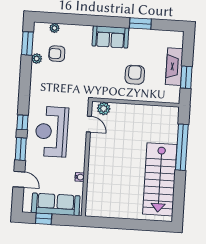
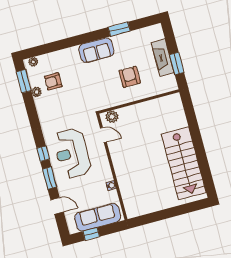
plant: (54, 28) -> (33, 62), moved
window: (182, 147) -> (194, 128), removed

